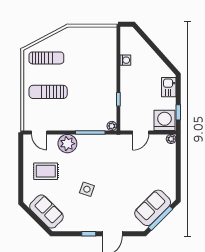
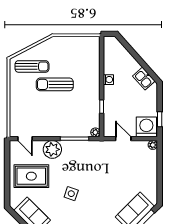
washing machine: (125, 60) -> (108, 80), moved
kitchen sink: (169, 87) -> (144, 79), moved, turned -42
sun lounger: (48, 92) -> (55, 84), moved
door: (141, 132) -> (123, 139), swing flipped
rug: (46, 171) -> (31, 176), width x1.36, depth x1.43

